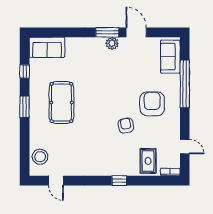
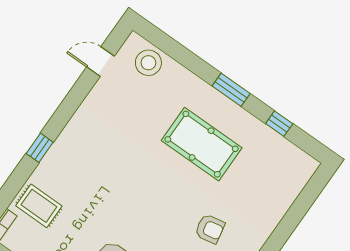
sofa: (47, 47) -> (291, 177), removed
armchair: (126, 126) -> (210, 229), moved

